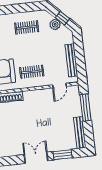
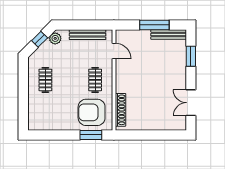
plant: (55, 24) -> (55, 38), moved
window: (85, 107) -> (154, 25), moved
double door: (36, 158) -> (191, 103), moved

